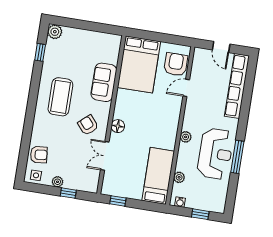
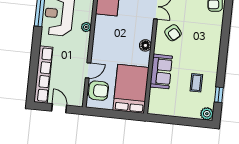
armchair: (176, 64) -> (98, 91), turned -90
coffee table: (60, 97) -> (196, 83), moved, width x0.54, depth x0.58
floor lamp: (118, 126) -> (145, 45), moved

